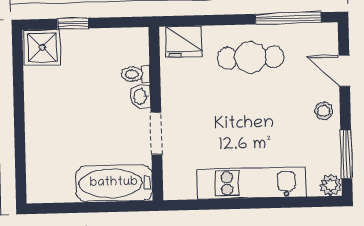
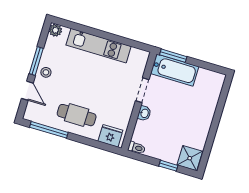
toilet: (136, 74) -> (137, 148), moved
window: (346, 154) -> (36, 61), moved
window: (124, 206) -> (173, 56), added

